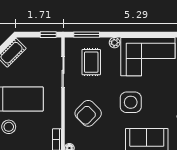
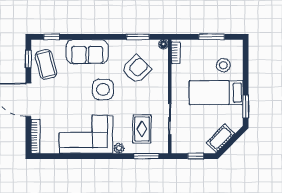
window: (48, 35) -> (196, 156), moved
armchair: (88, 113) -> (136, 69), moved

